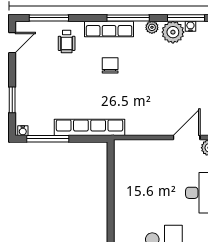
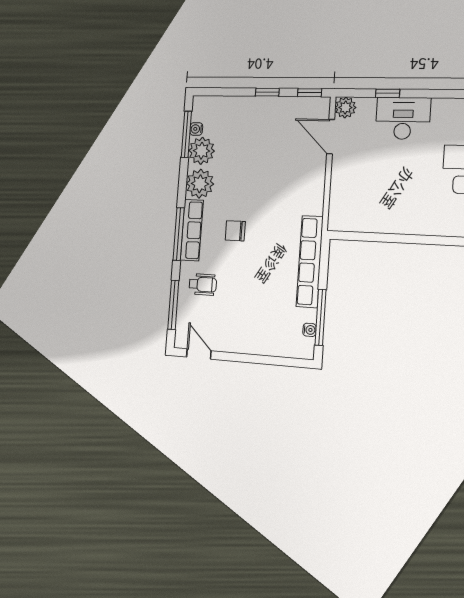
window: (128, 18) -> (179, 234), moved
plant: (152, 27) -> (200, 184), width x1.87, depth x1.87
window: (12, 100) -> (269, 360), removed
water cooler: (23, 131) -> (309, 330), moved

